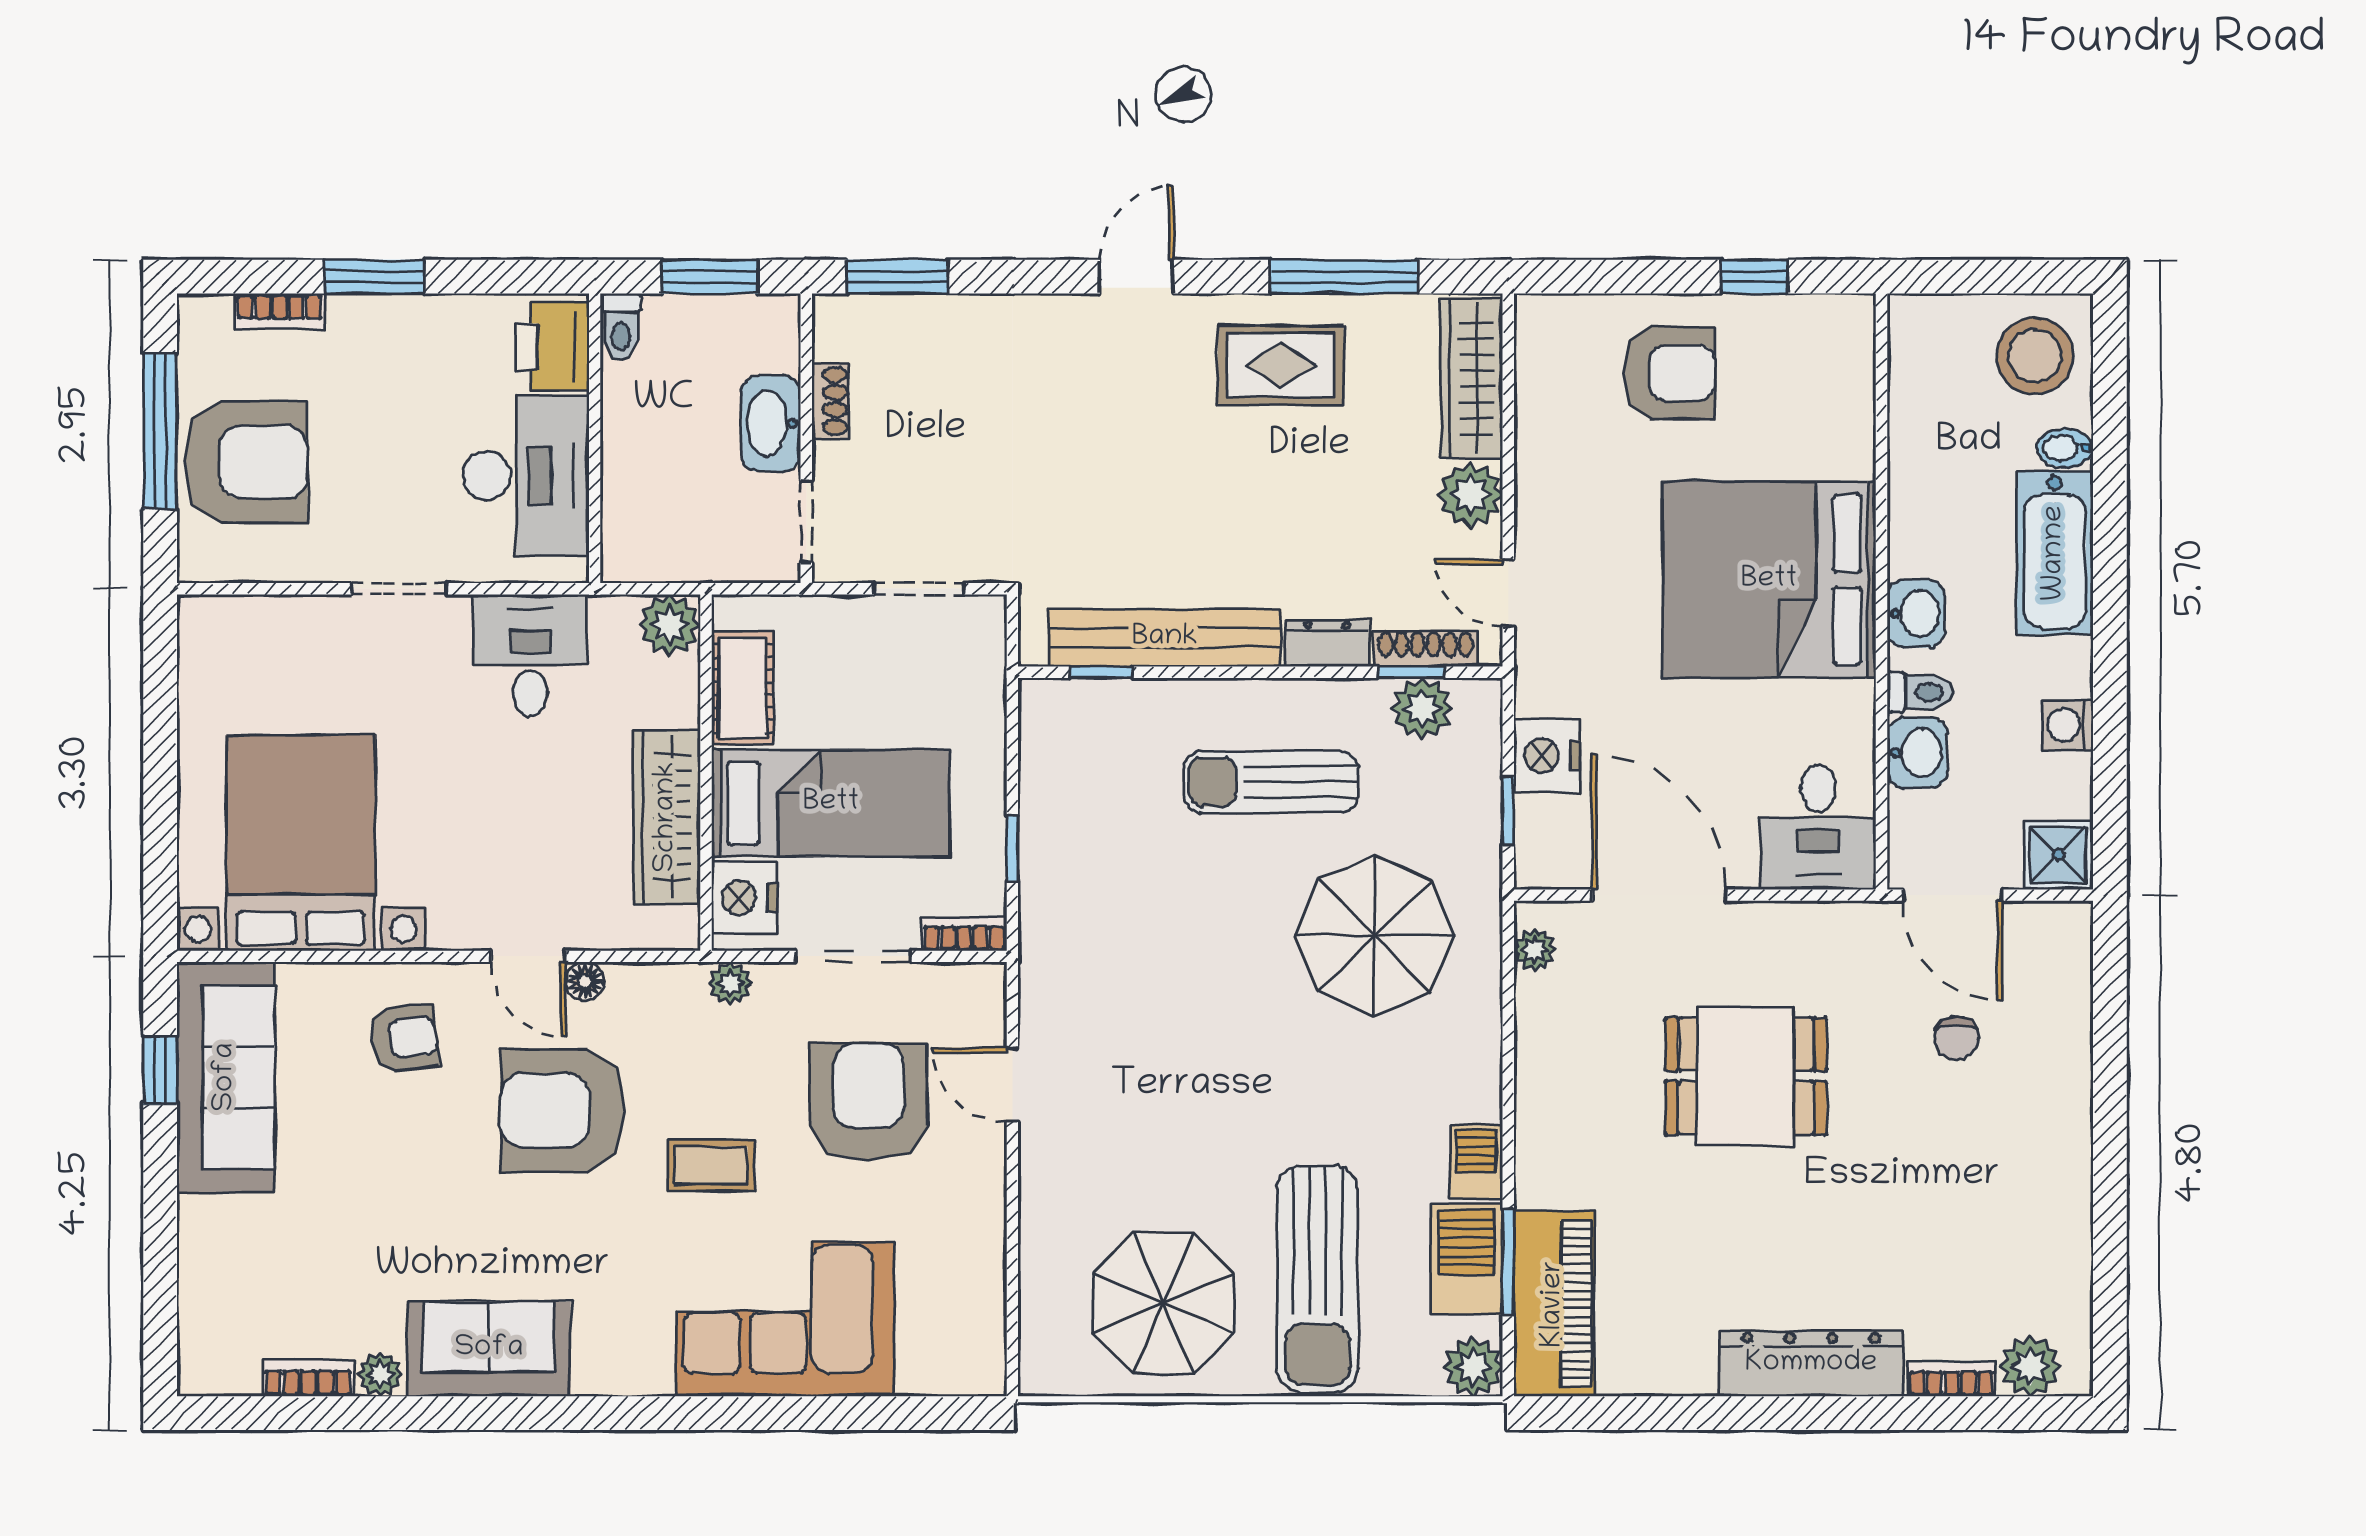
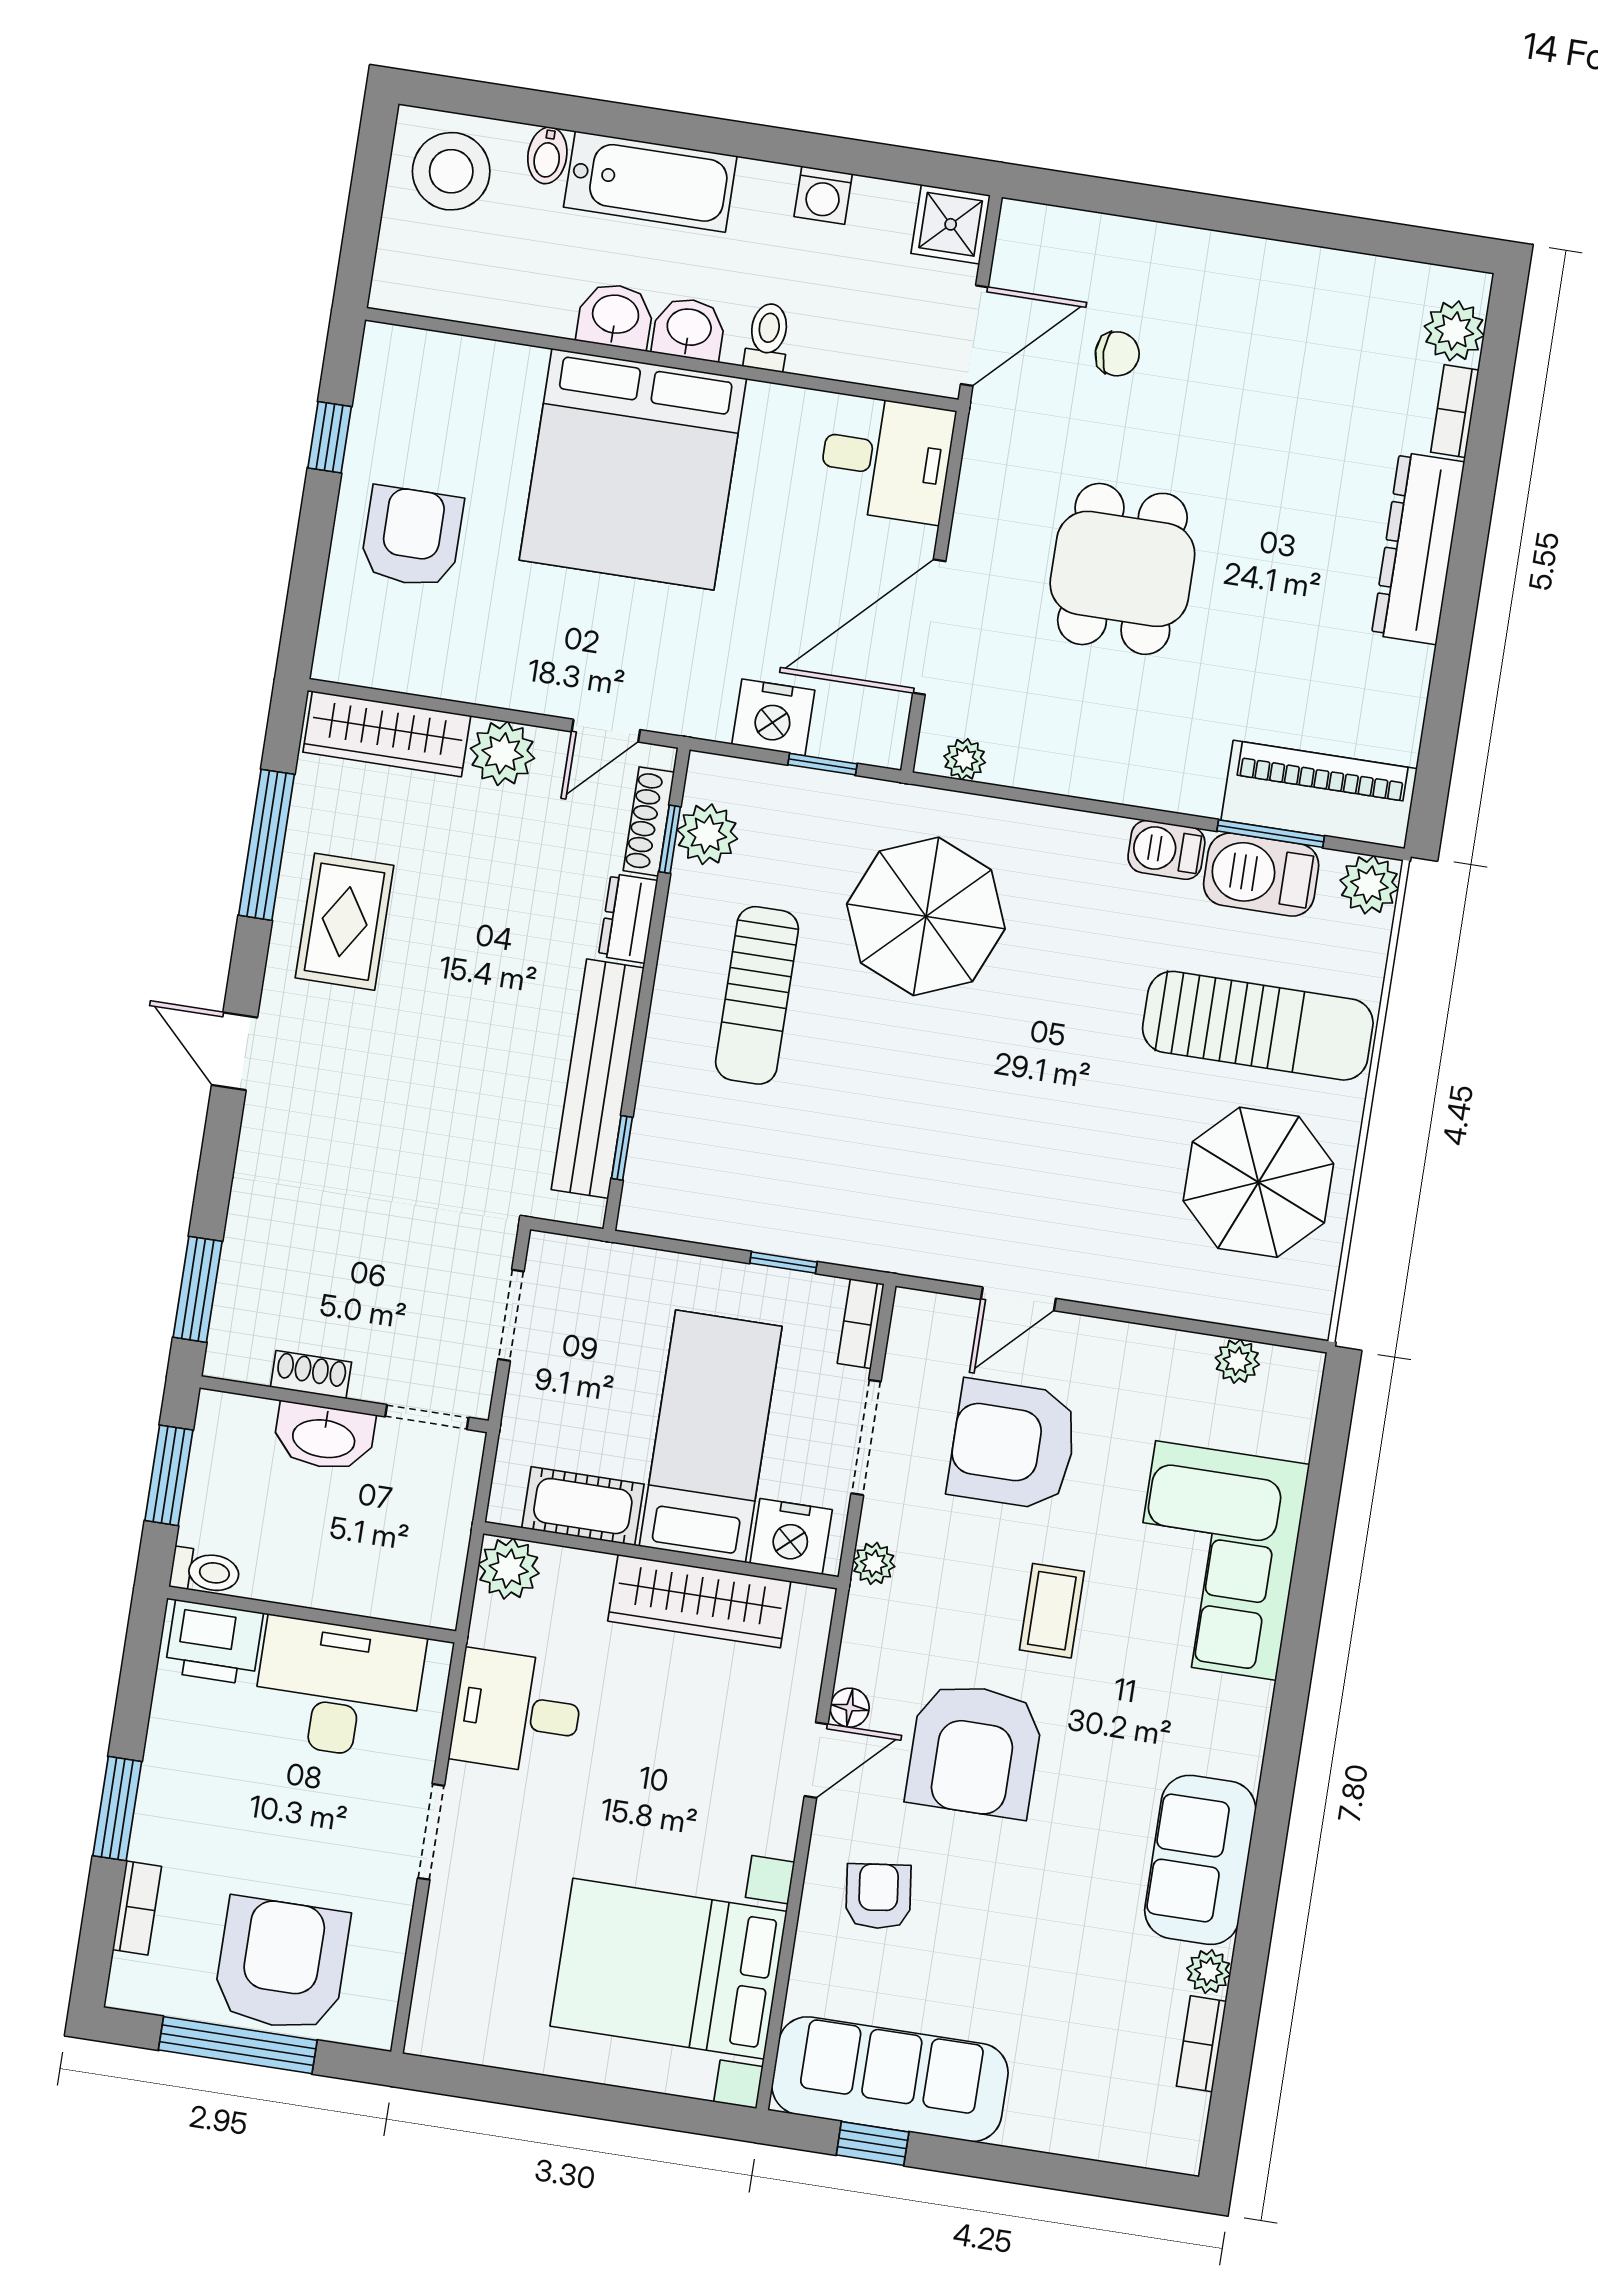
washbasin: (1917, 753) -> (615, 316), moved
plant: (985, 1310) -> (1237, 1361), added

